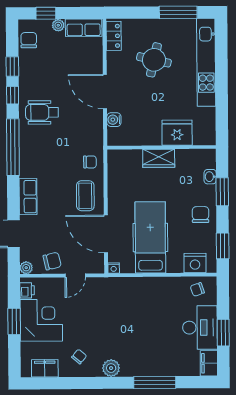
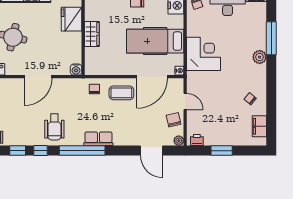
water cooler: (114, 120) -> (76, 70), moved
row of seats: (28, 197) -> (98, 139), moved
corner desk: (41, 320) -> (203, 54), moved, turned 90
plant: (111, 368) -> (260, 57), moved

